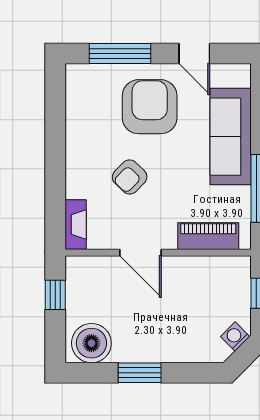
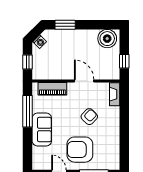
armchair: (150, 107) -> (80, 150), turned 90
sofa: (231, 137) -> (42, 130), width x0.73
window: (140, 373) -> (65, 25), moved

